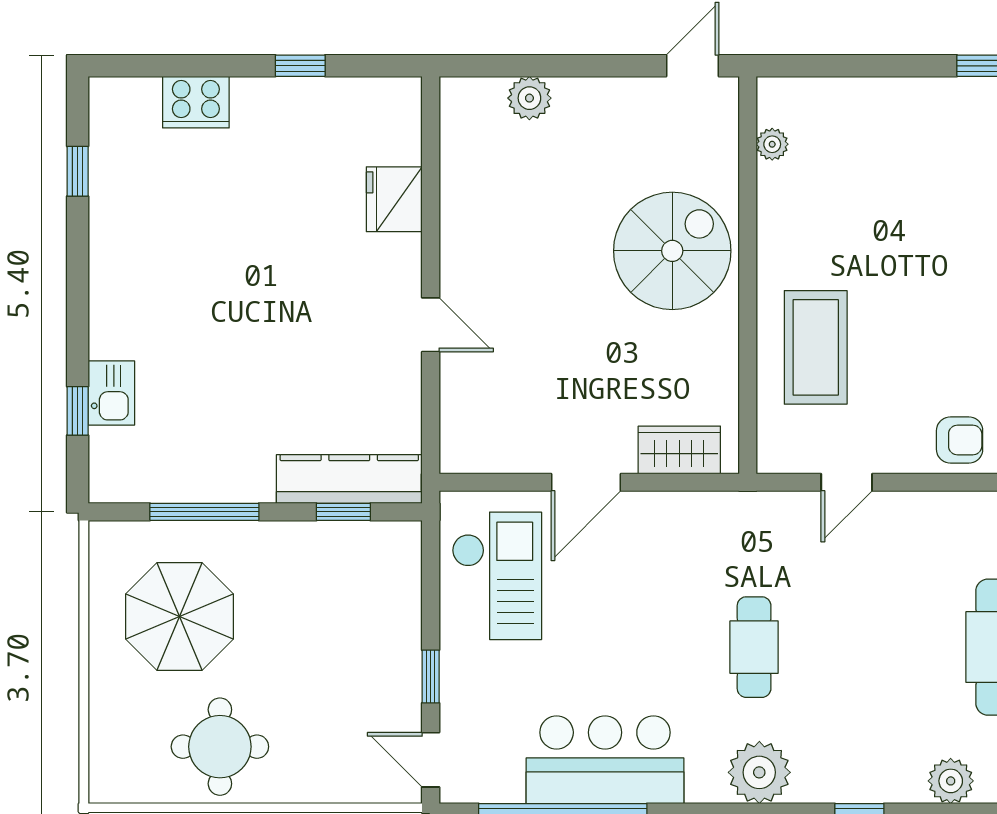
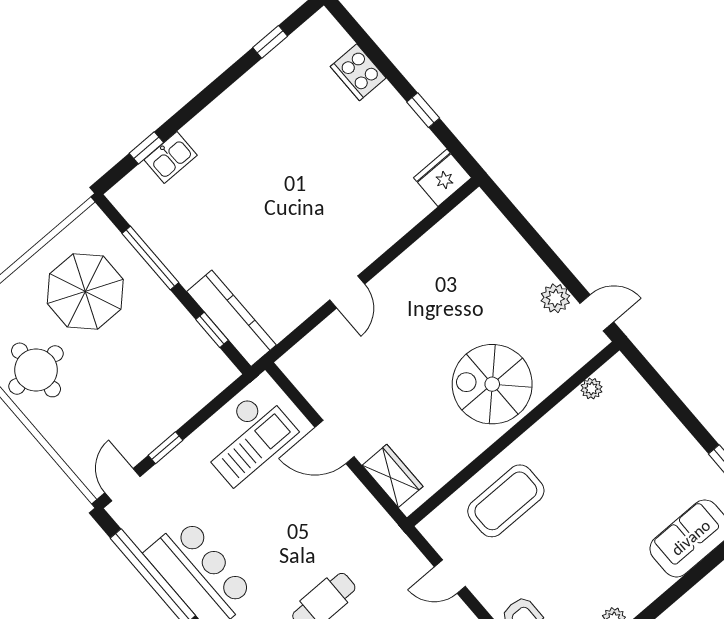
plant: (529, 98) -> (555, 298), moved
fridge: (394, 199) -> (443, 178), moved
spiral stairs: (672, 251) -> (492, 384), turned 180

